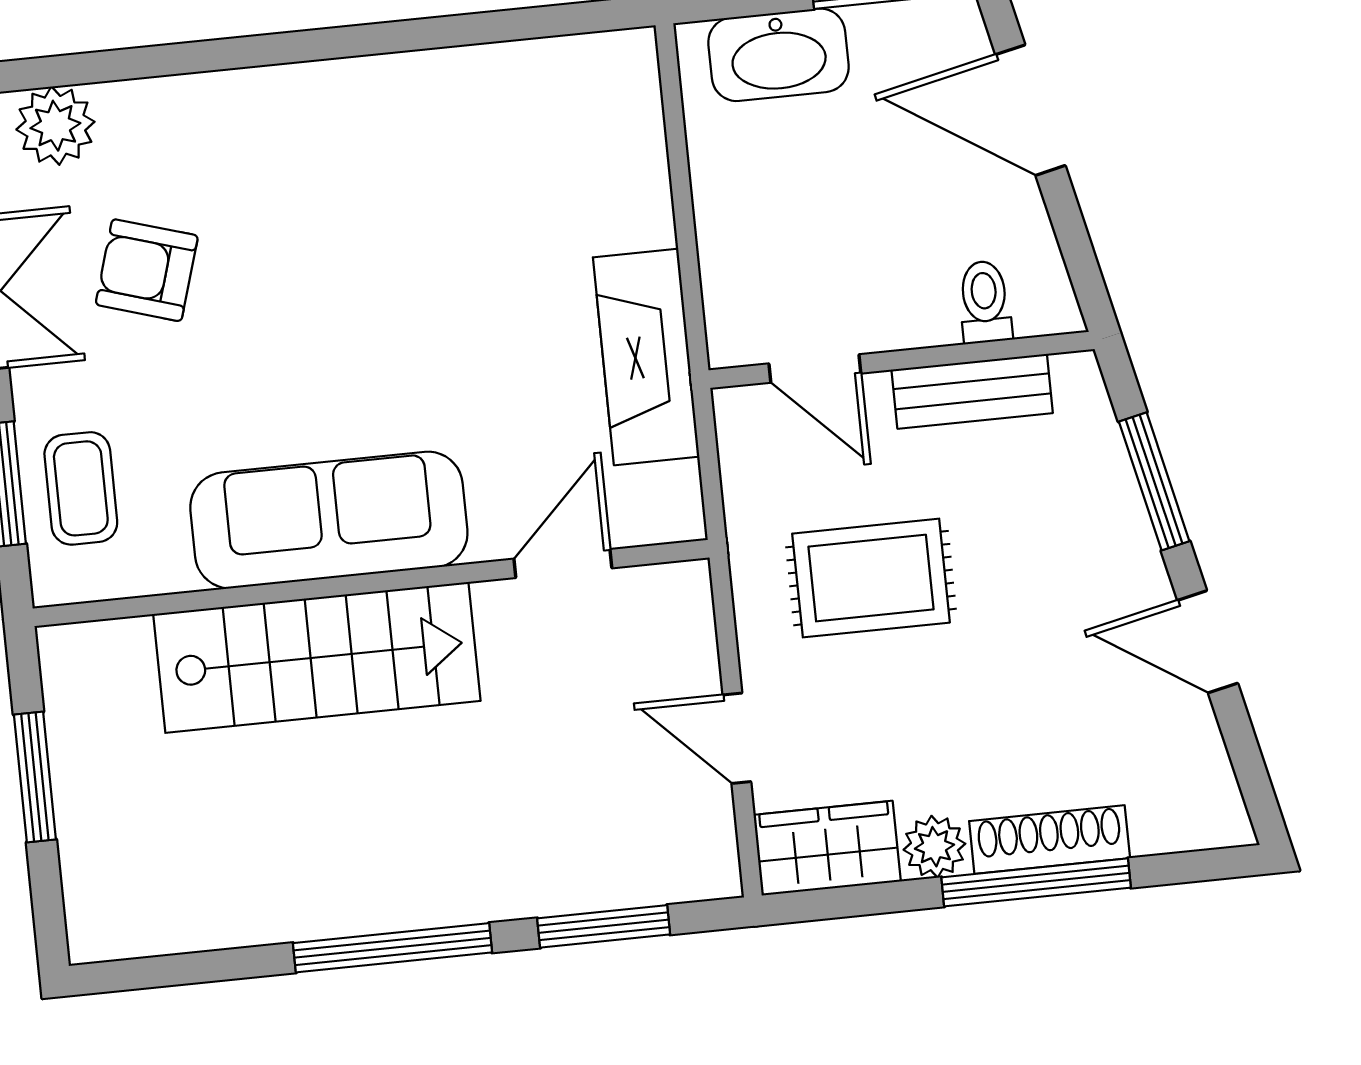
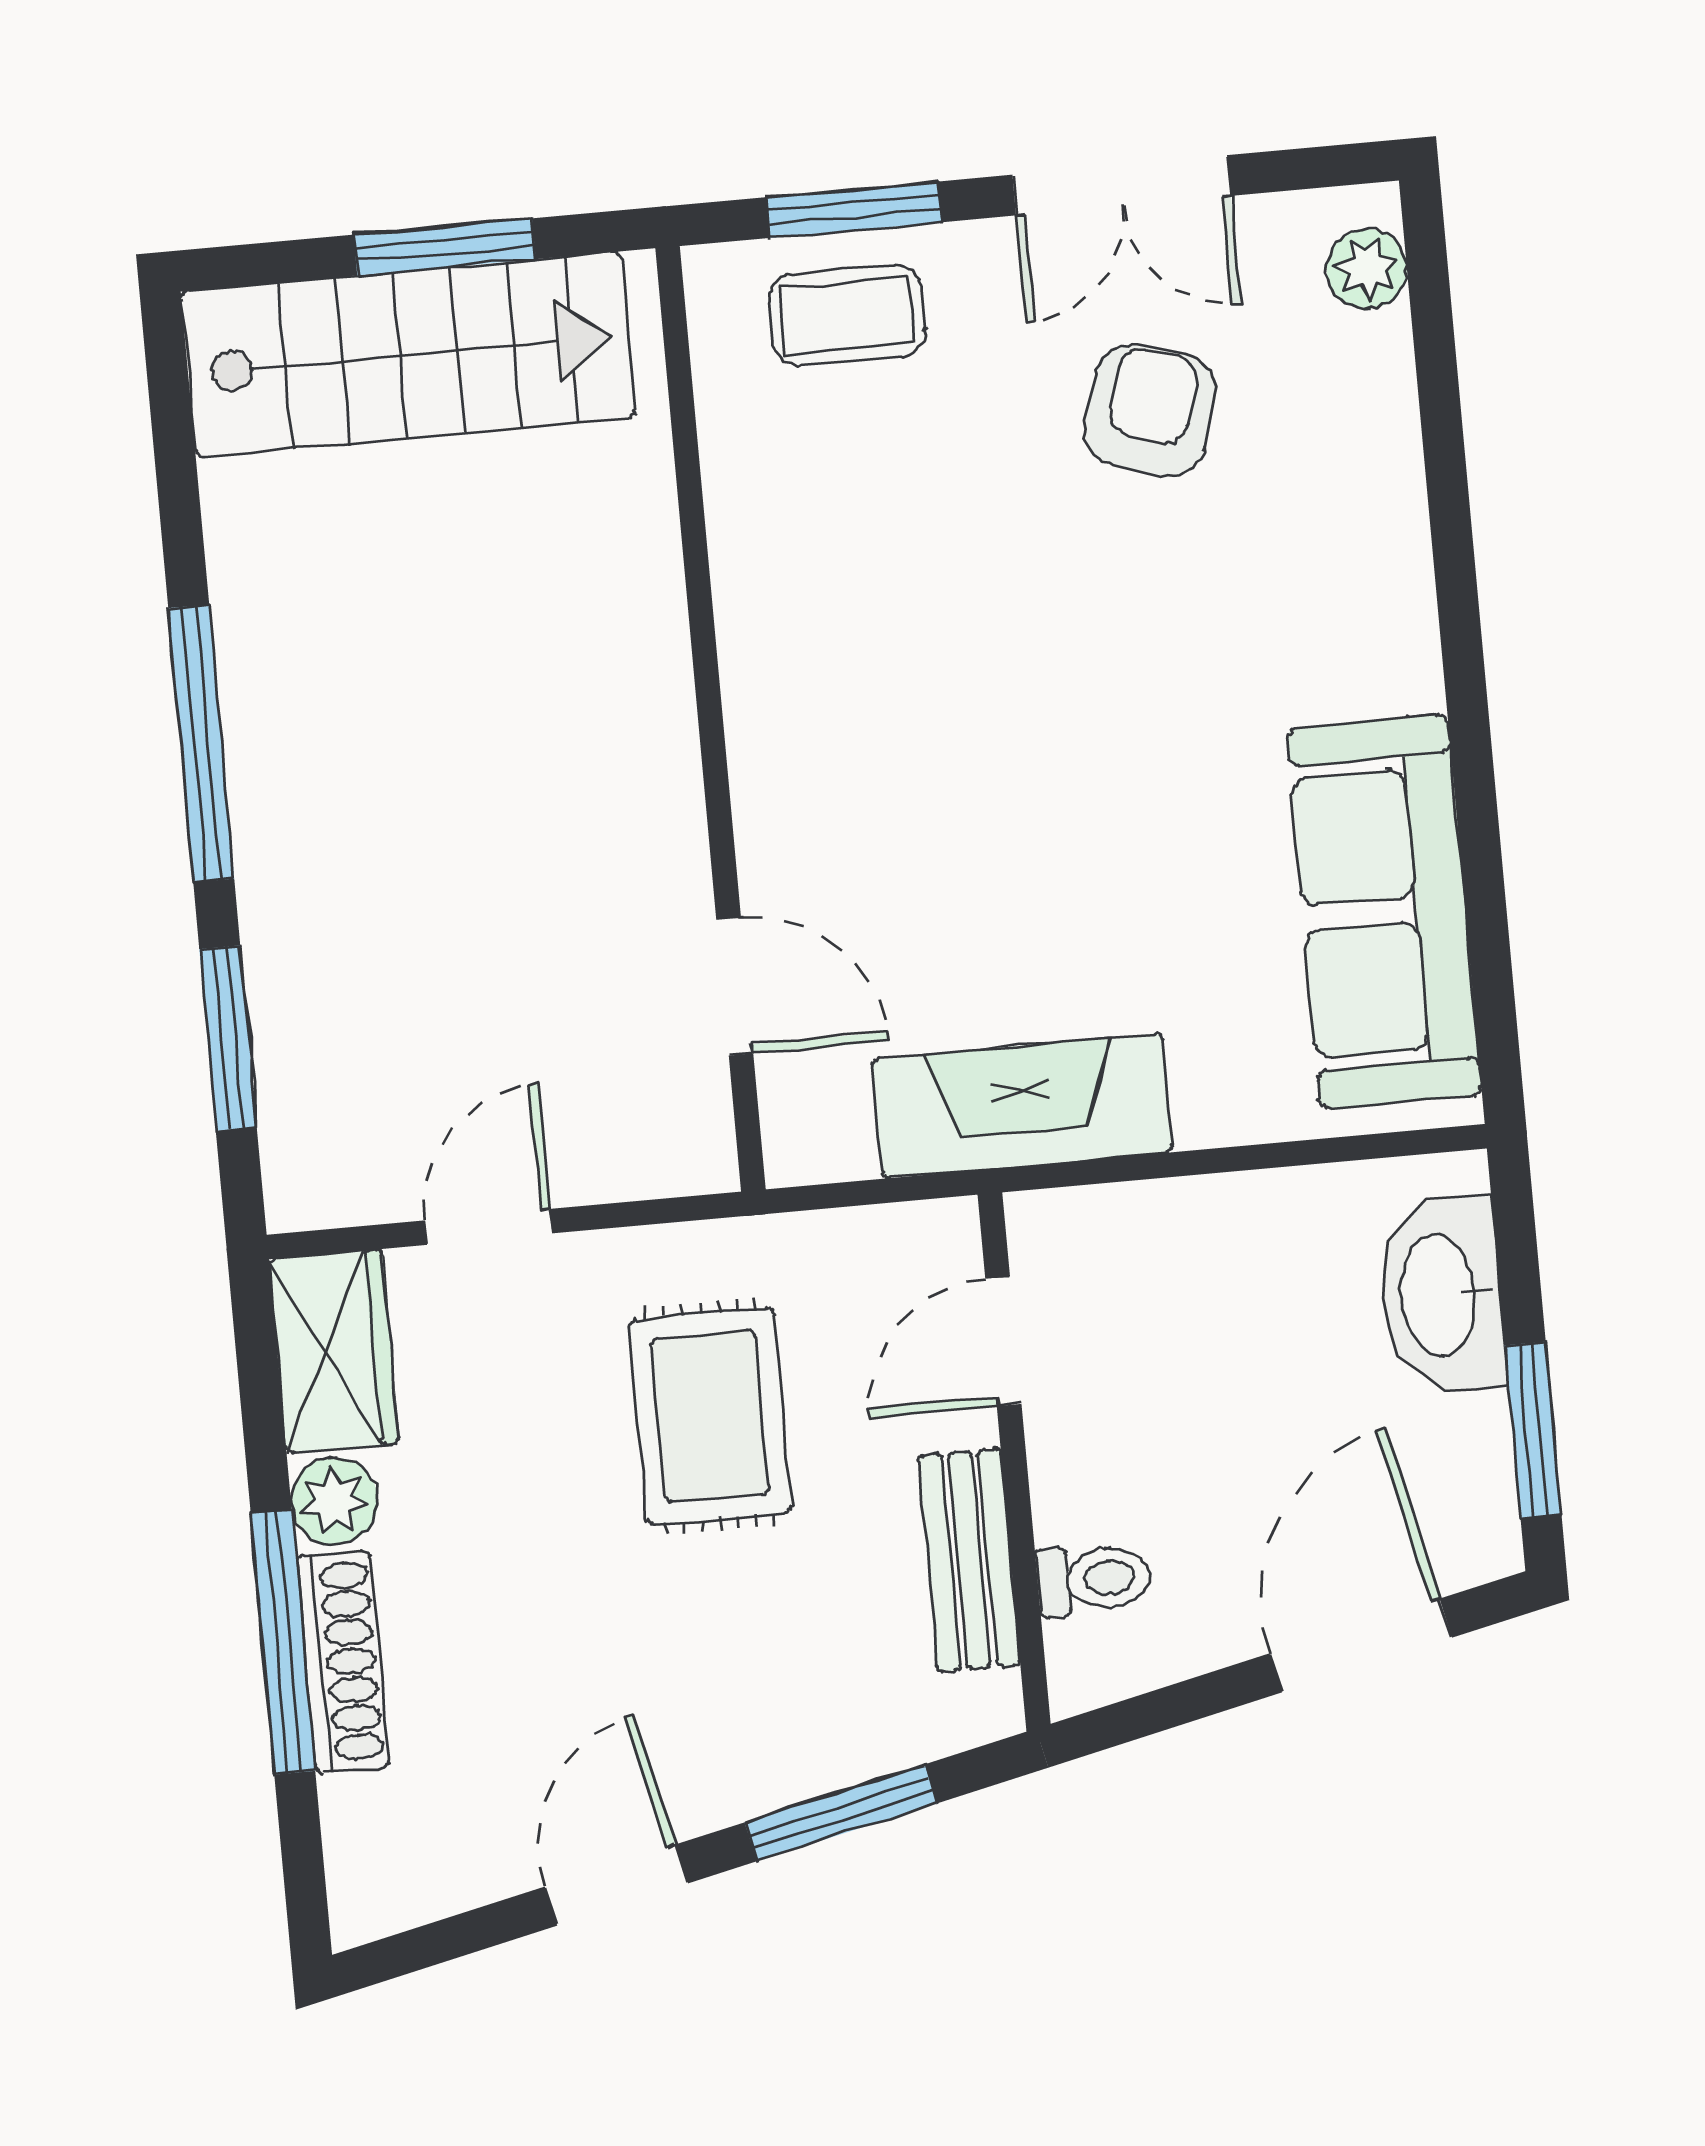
plant: (55, 126) -> (1367, 269), width x0.73, depth x0.73
sofa: (329, 520) -> (1384, 912), moved, turned 180
stairs: (317, 657) -> (408, 355), moved, turned -90

